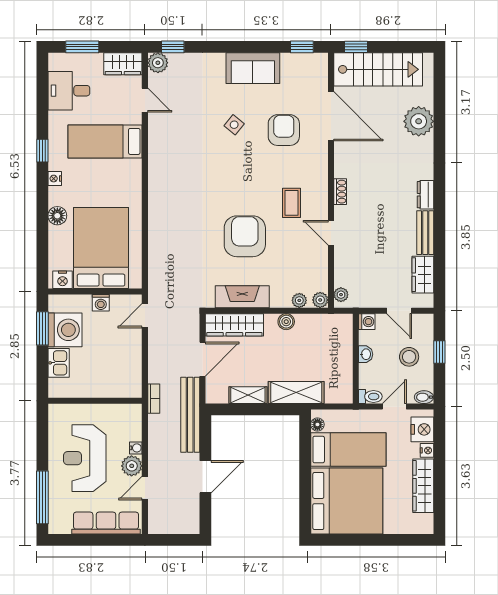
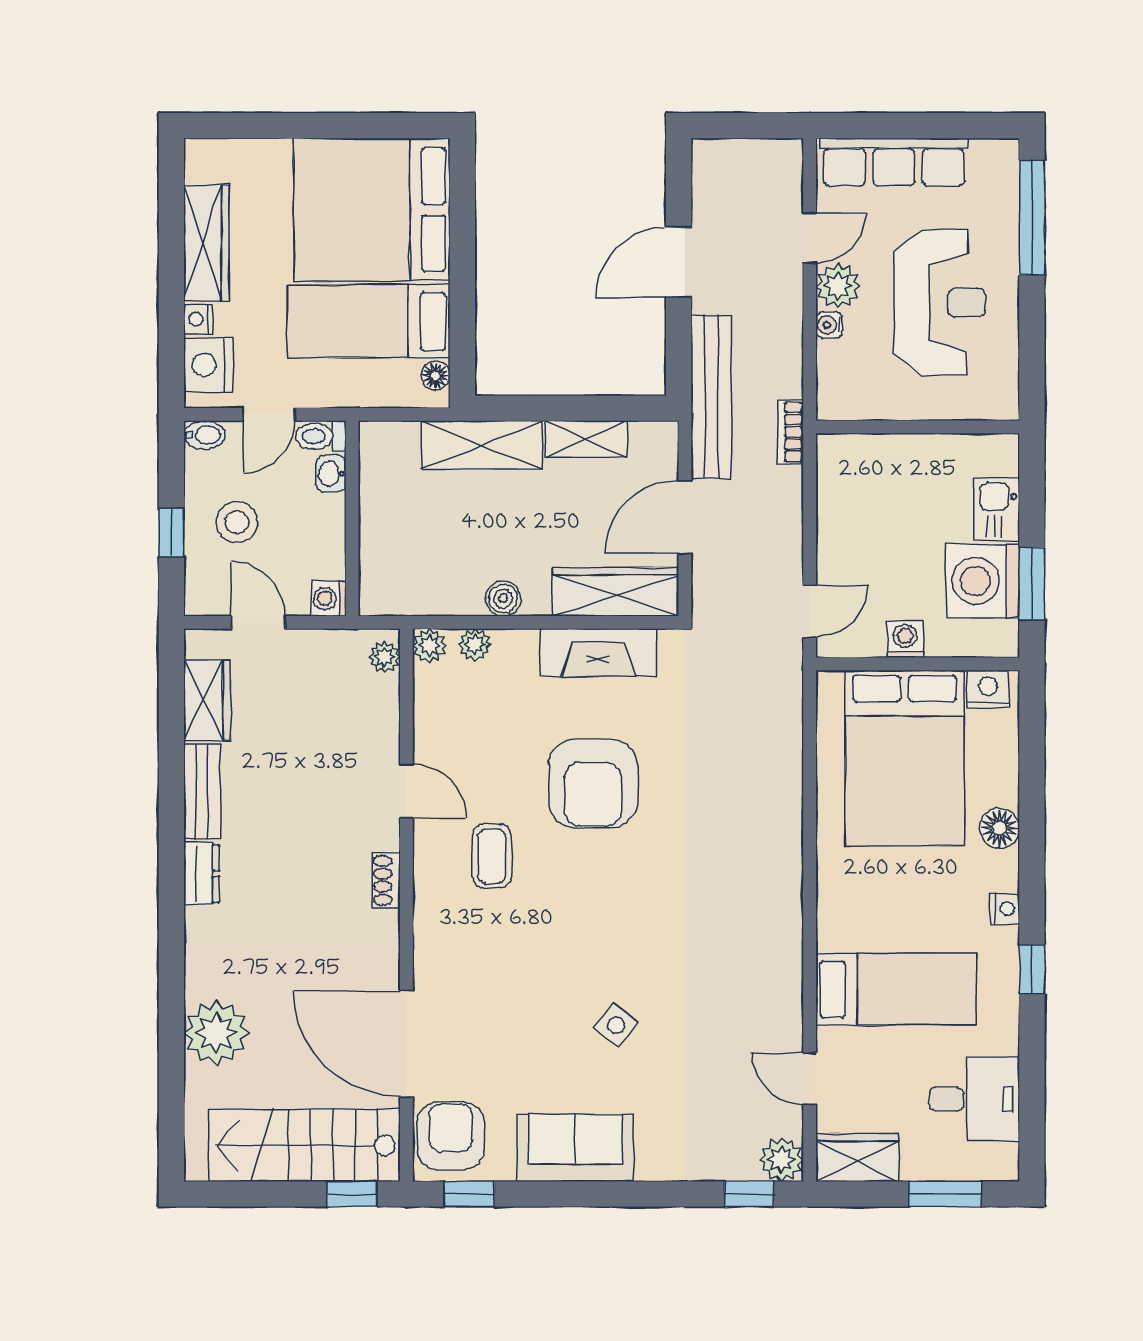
armchair: (284, 130) -> (451, 1136), moved, turned 180
washbasin: (366, 354) -> (331, 474), moved

